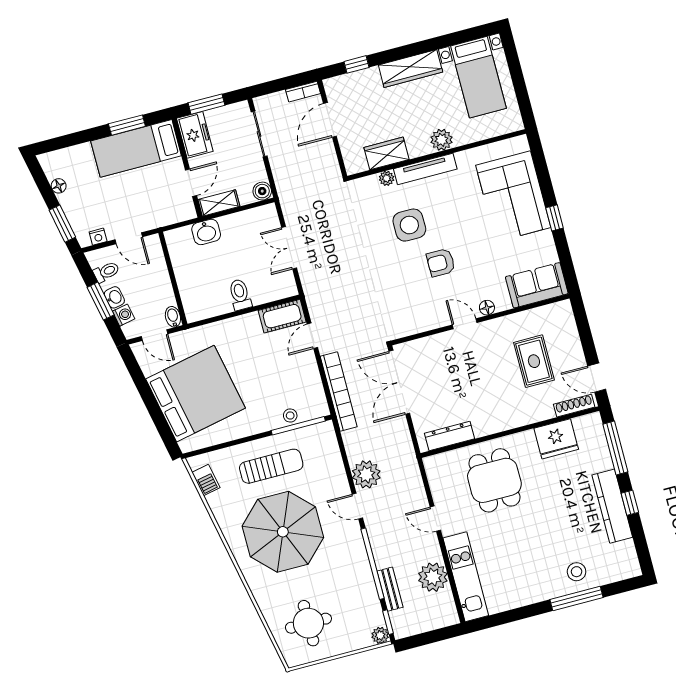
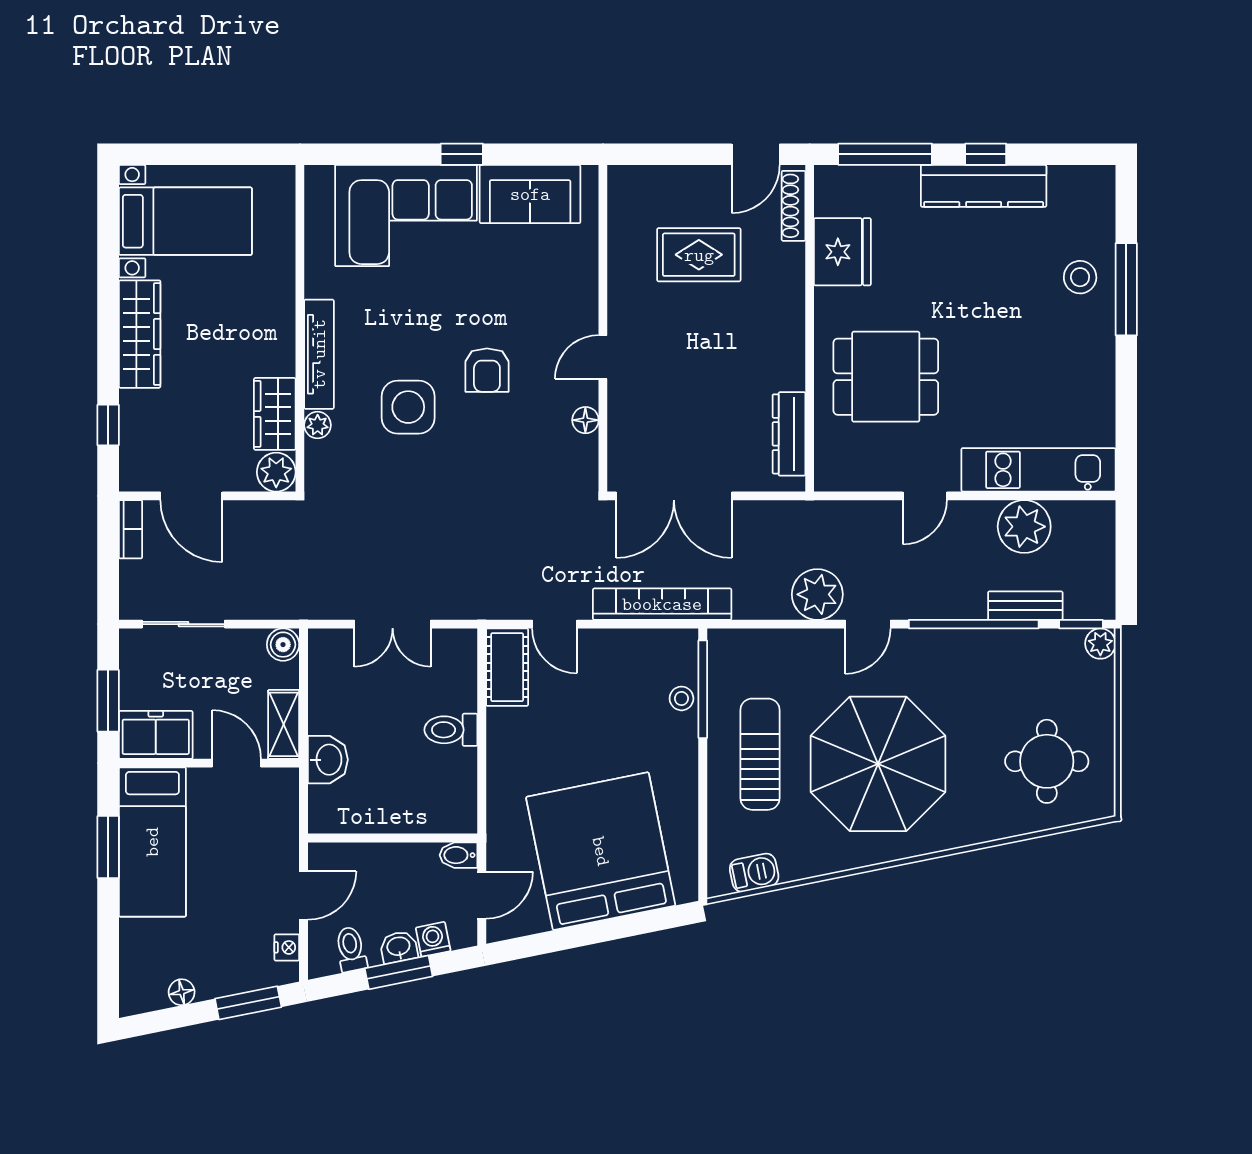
plant: (441, 140) -> (276, 472), moved
sofa: (537, 285) -> (530, 194), moved, turned -90
floor lamp: (487, 308) -> (585, 420), moved

